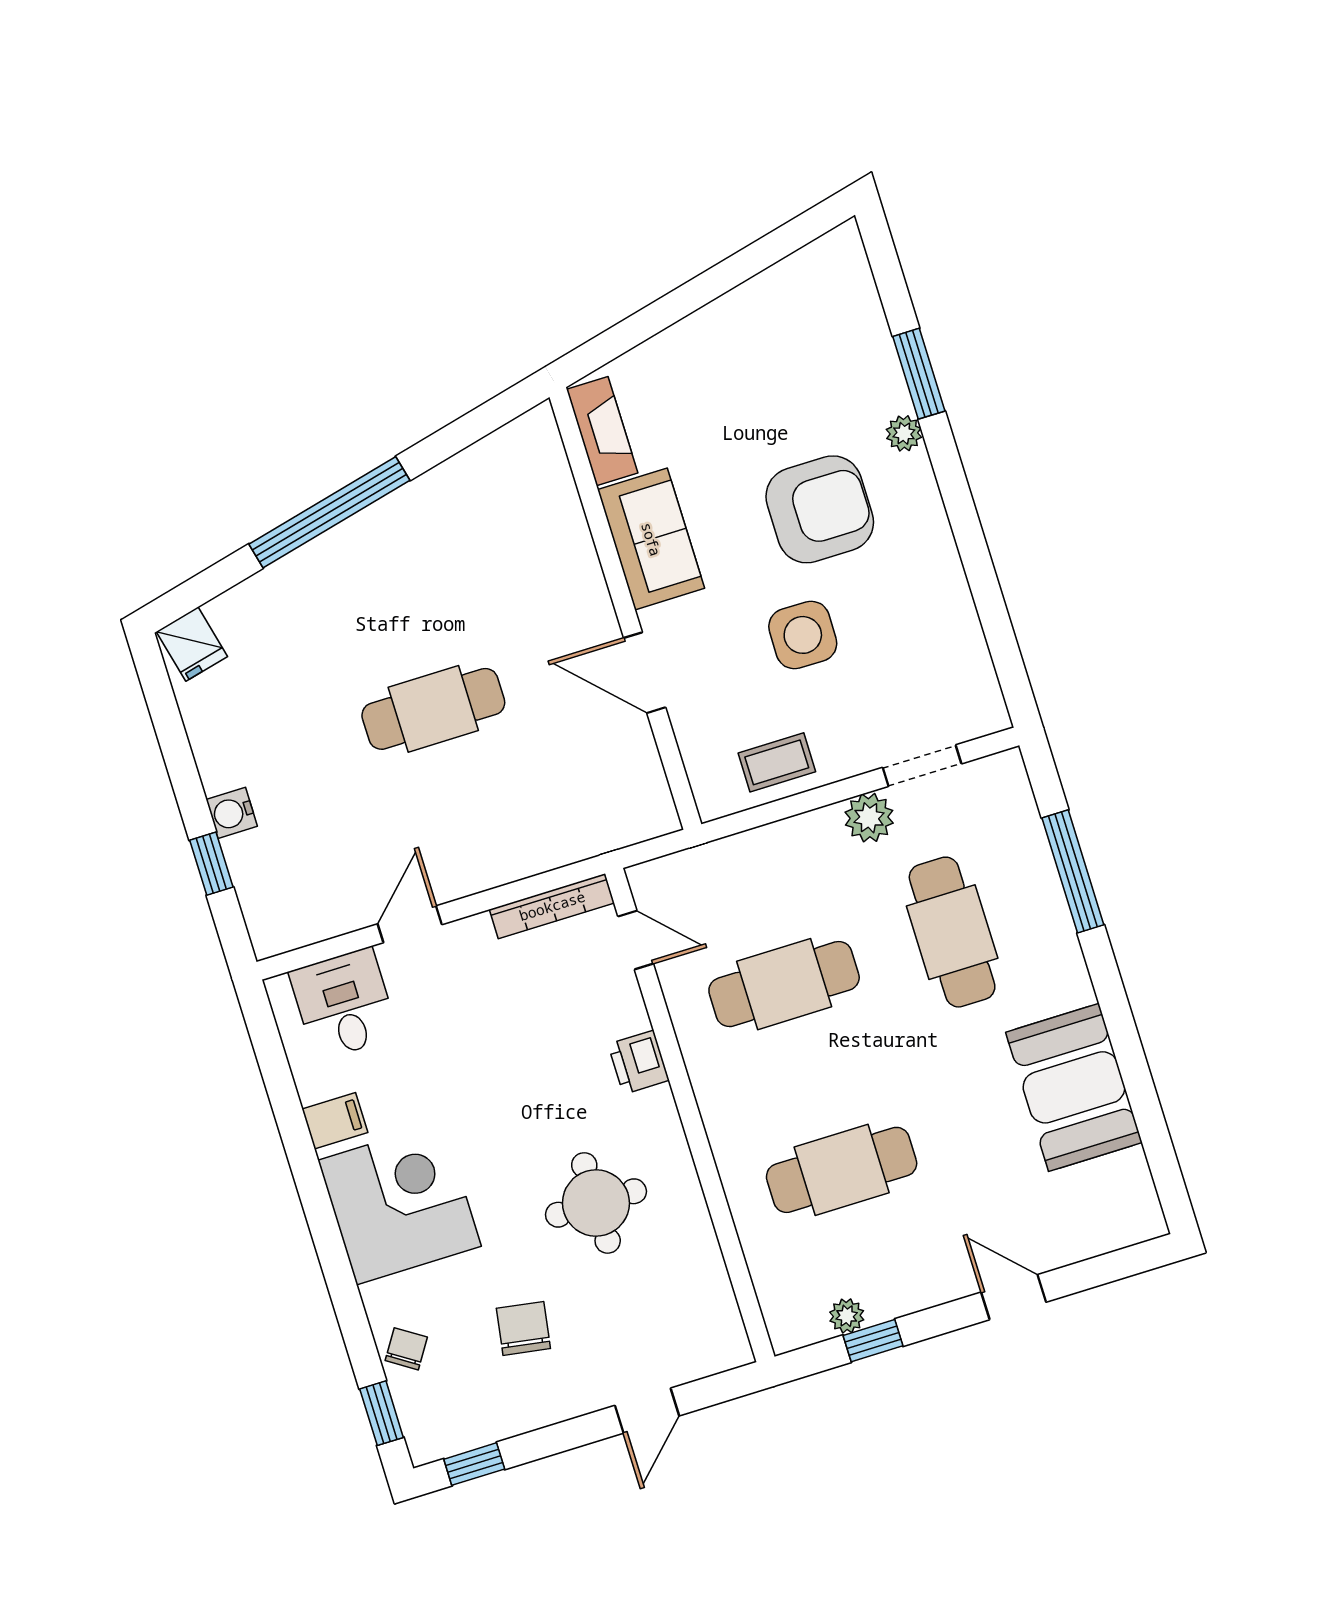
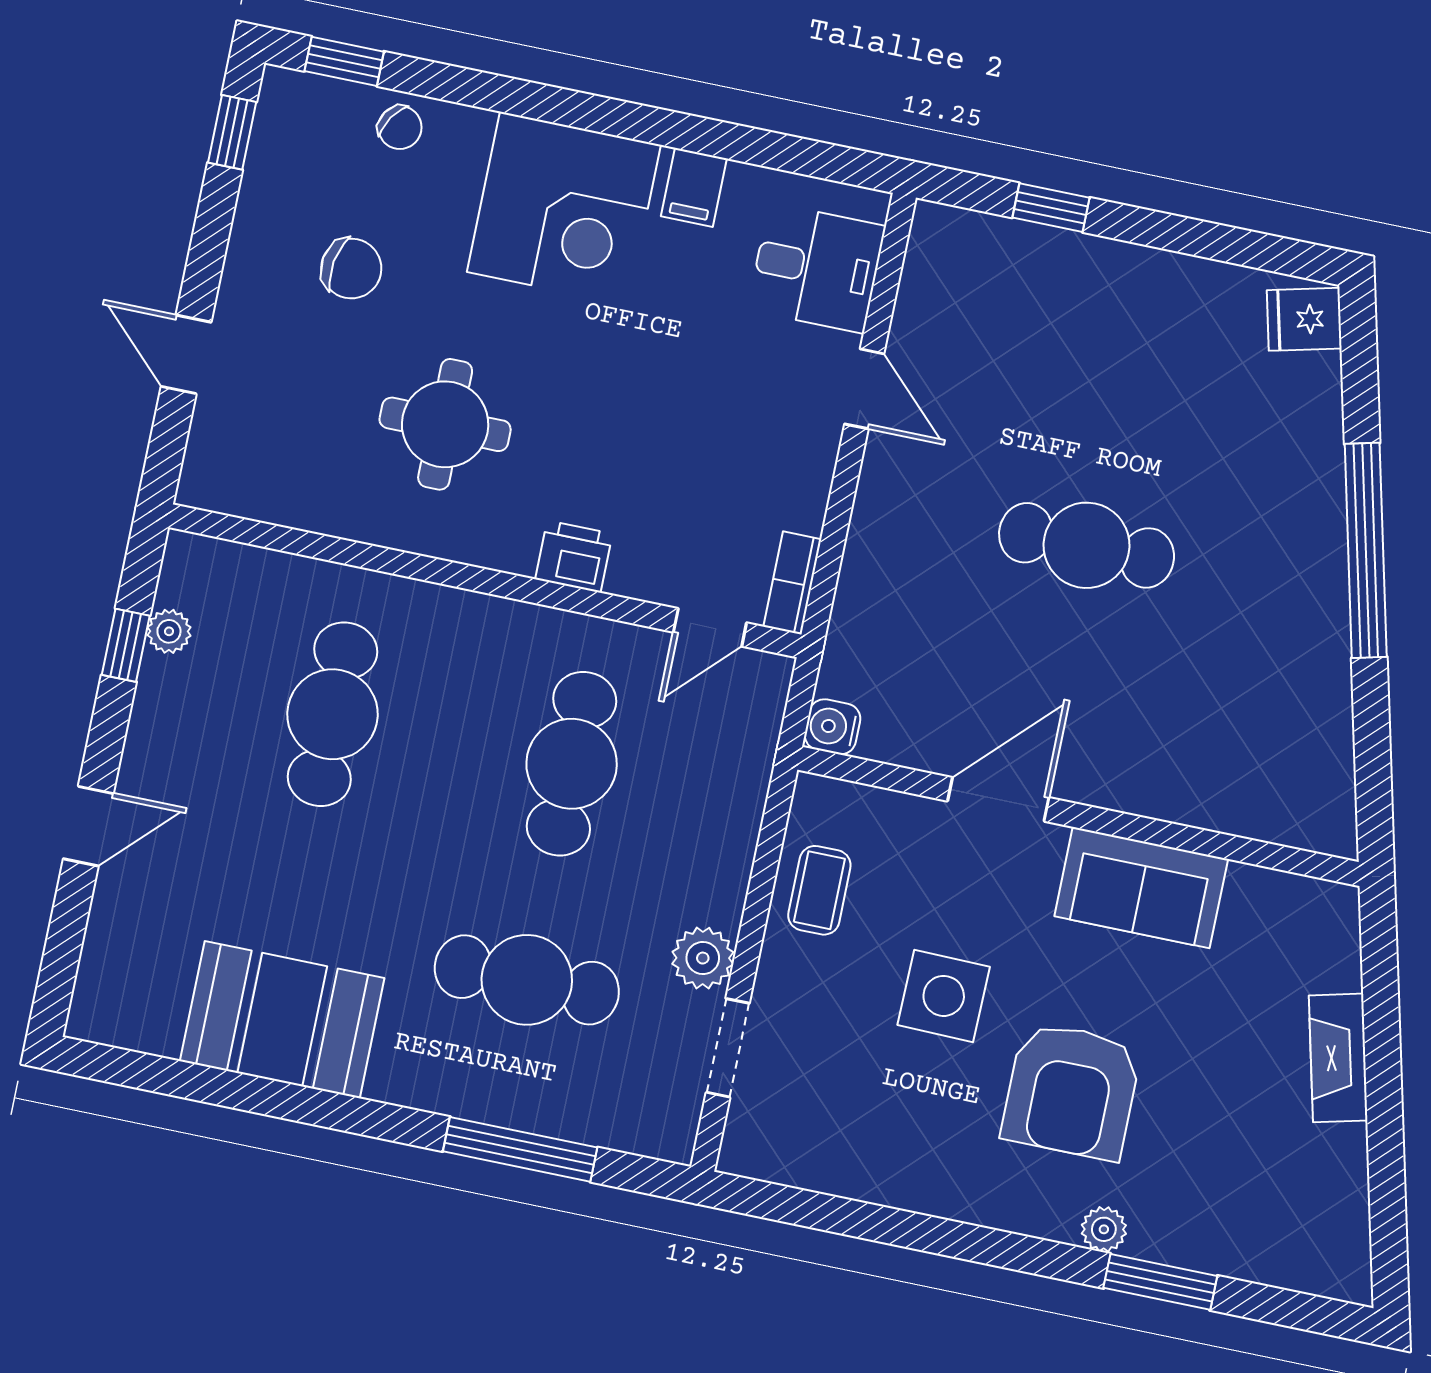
fireplace: (602, 431) -> (1338, 1058), moved, turned 76
cafe table: (433, 709) -> (1087, 545), turned 90
water cooler: (232, 813) -> (832, 727), moved, turned -90
bookcase: (552, 906) -> (792, 583), width x0.64

